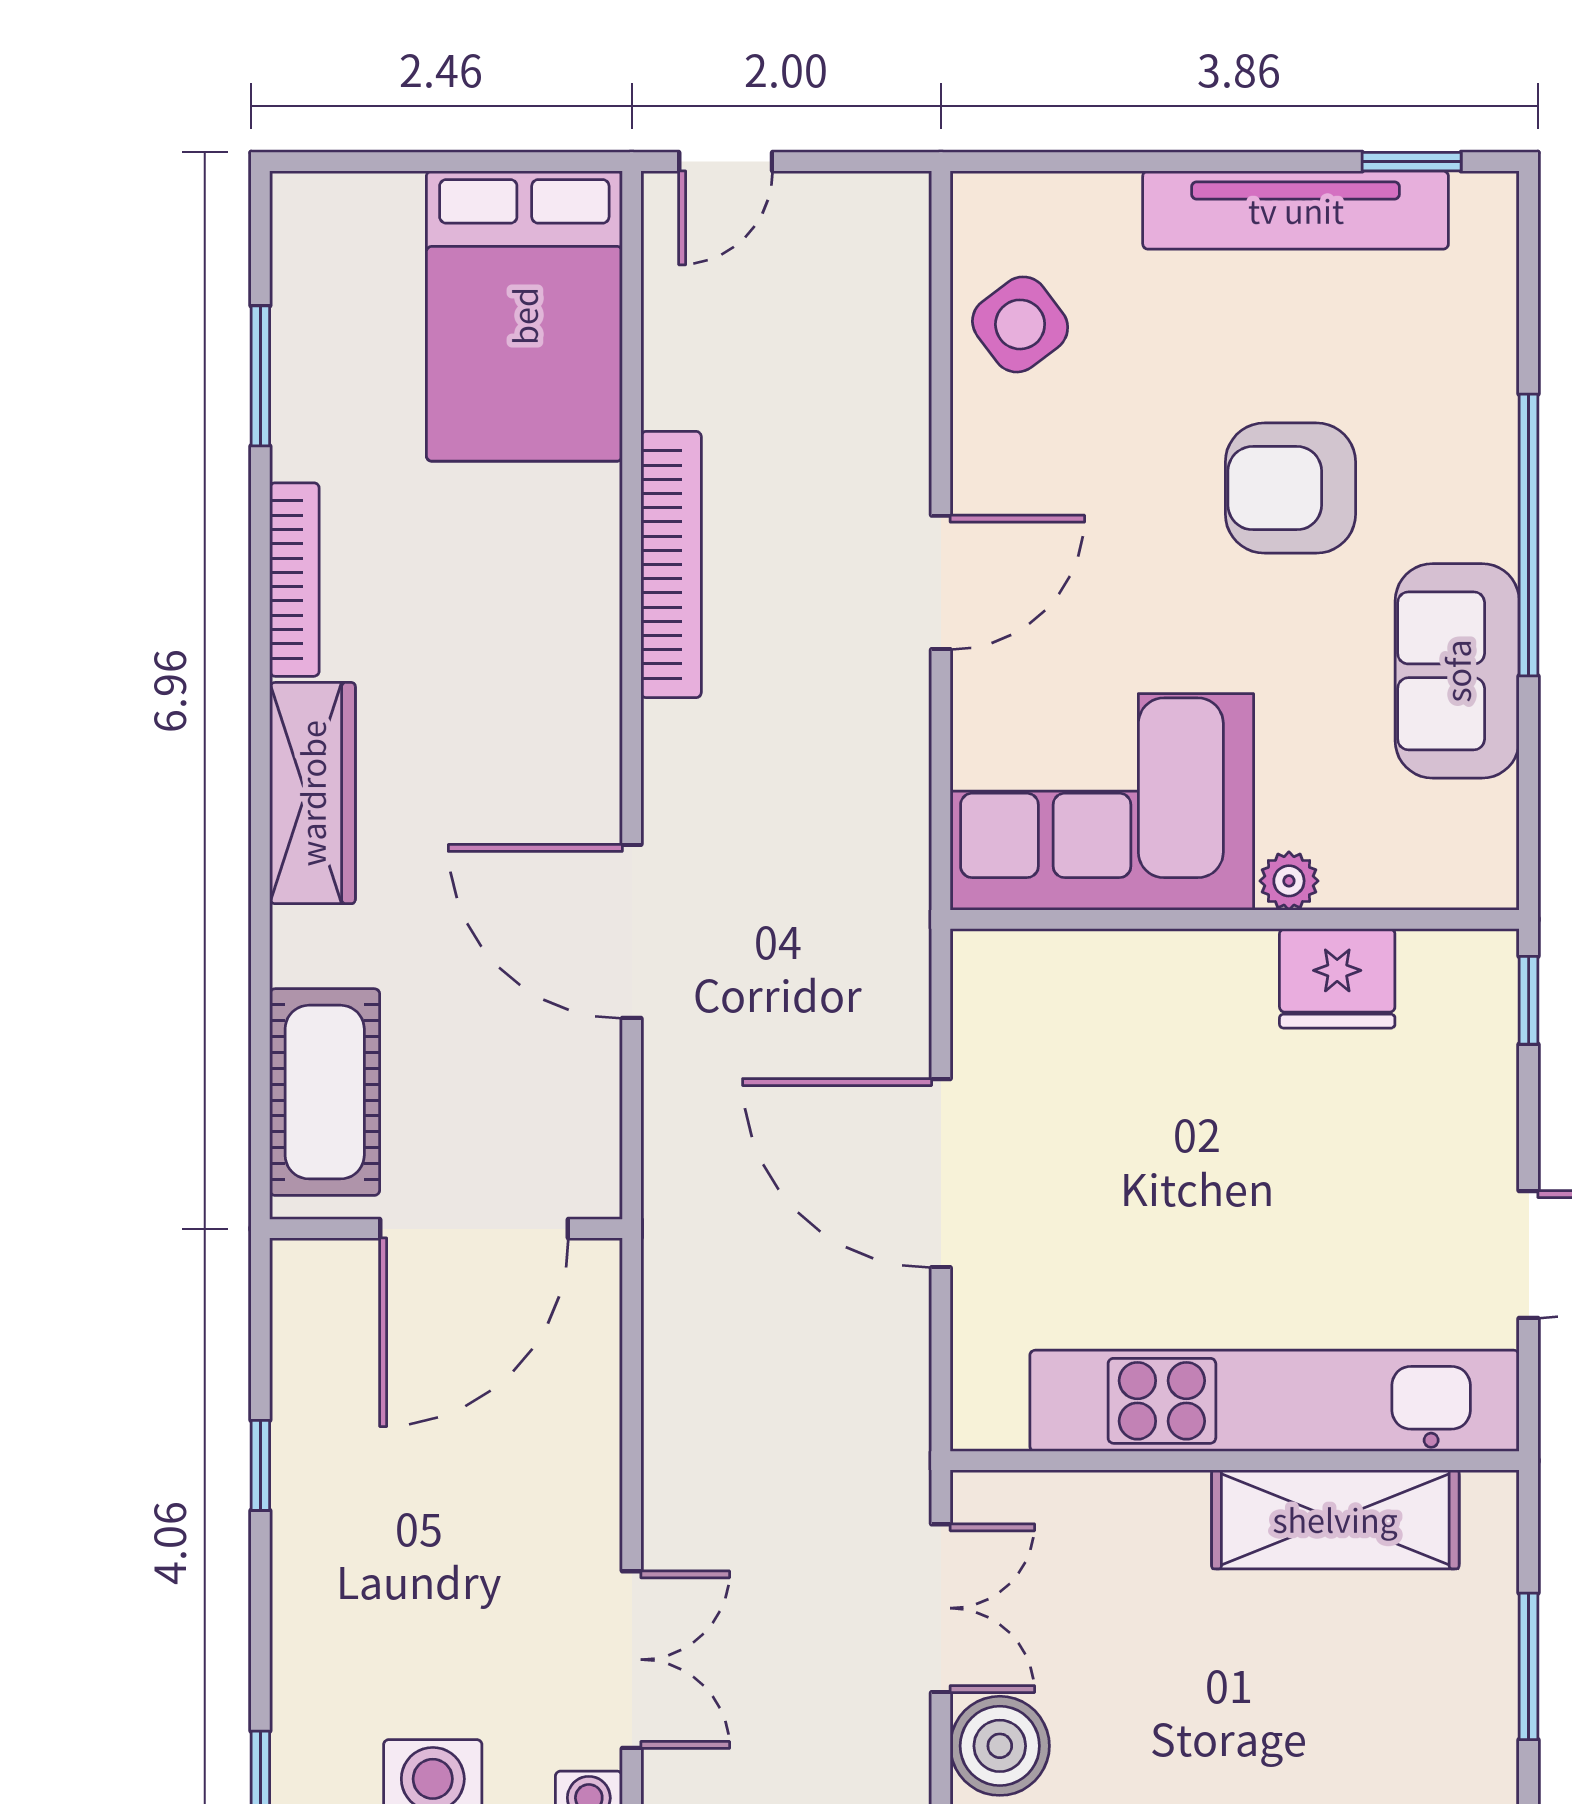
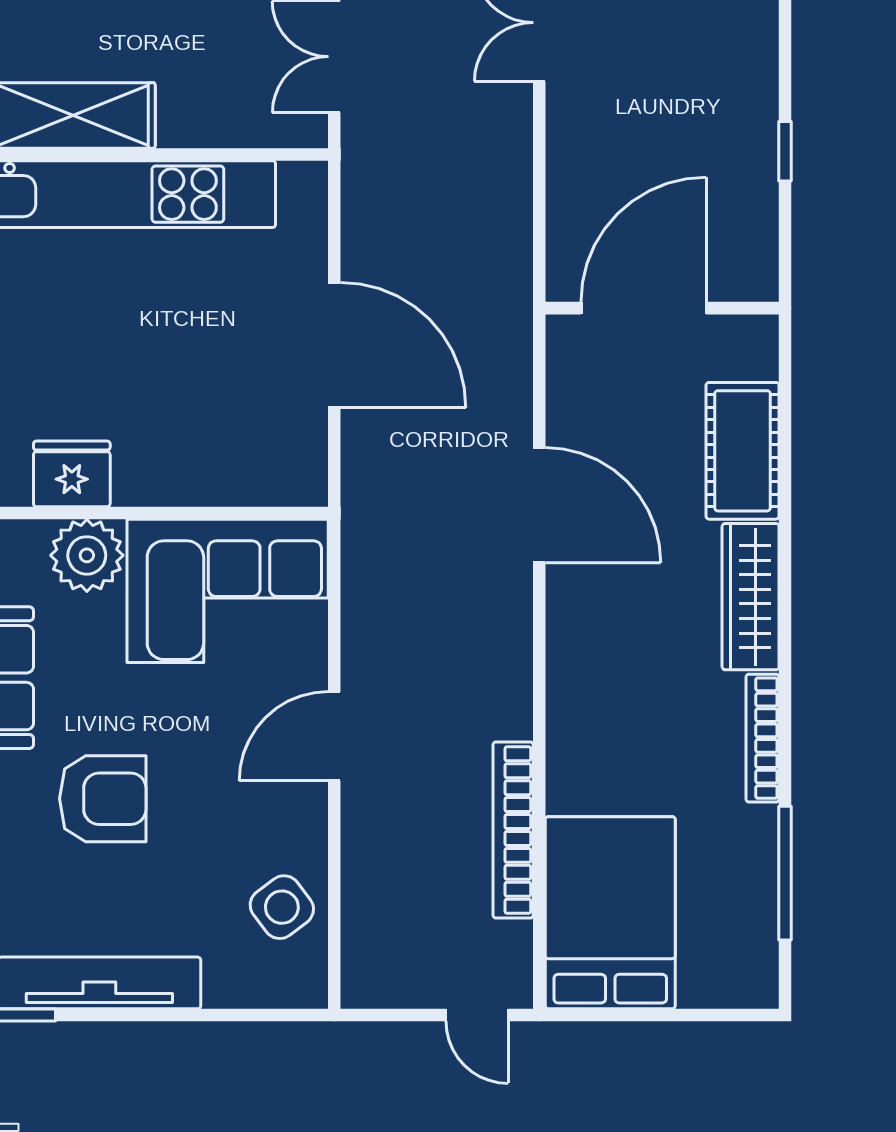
door: (726, 162) -> (477, 1015), swing flipped
window: (260, 376) -> (785, 873), width x1.44
bookcase: (671, 565) -> (513, 830), moved
plant: (1289, 881) -> (87, 555), width x1.88, depth x1.88
cot: (325, 1092) -> (743, 451), moved

